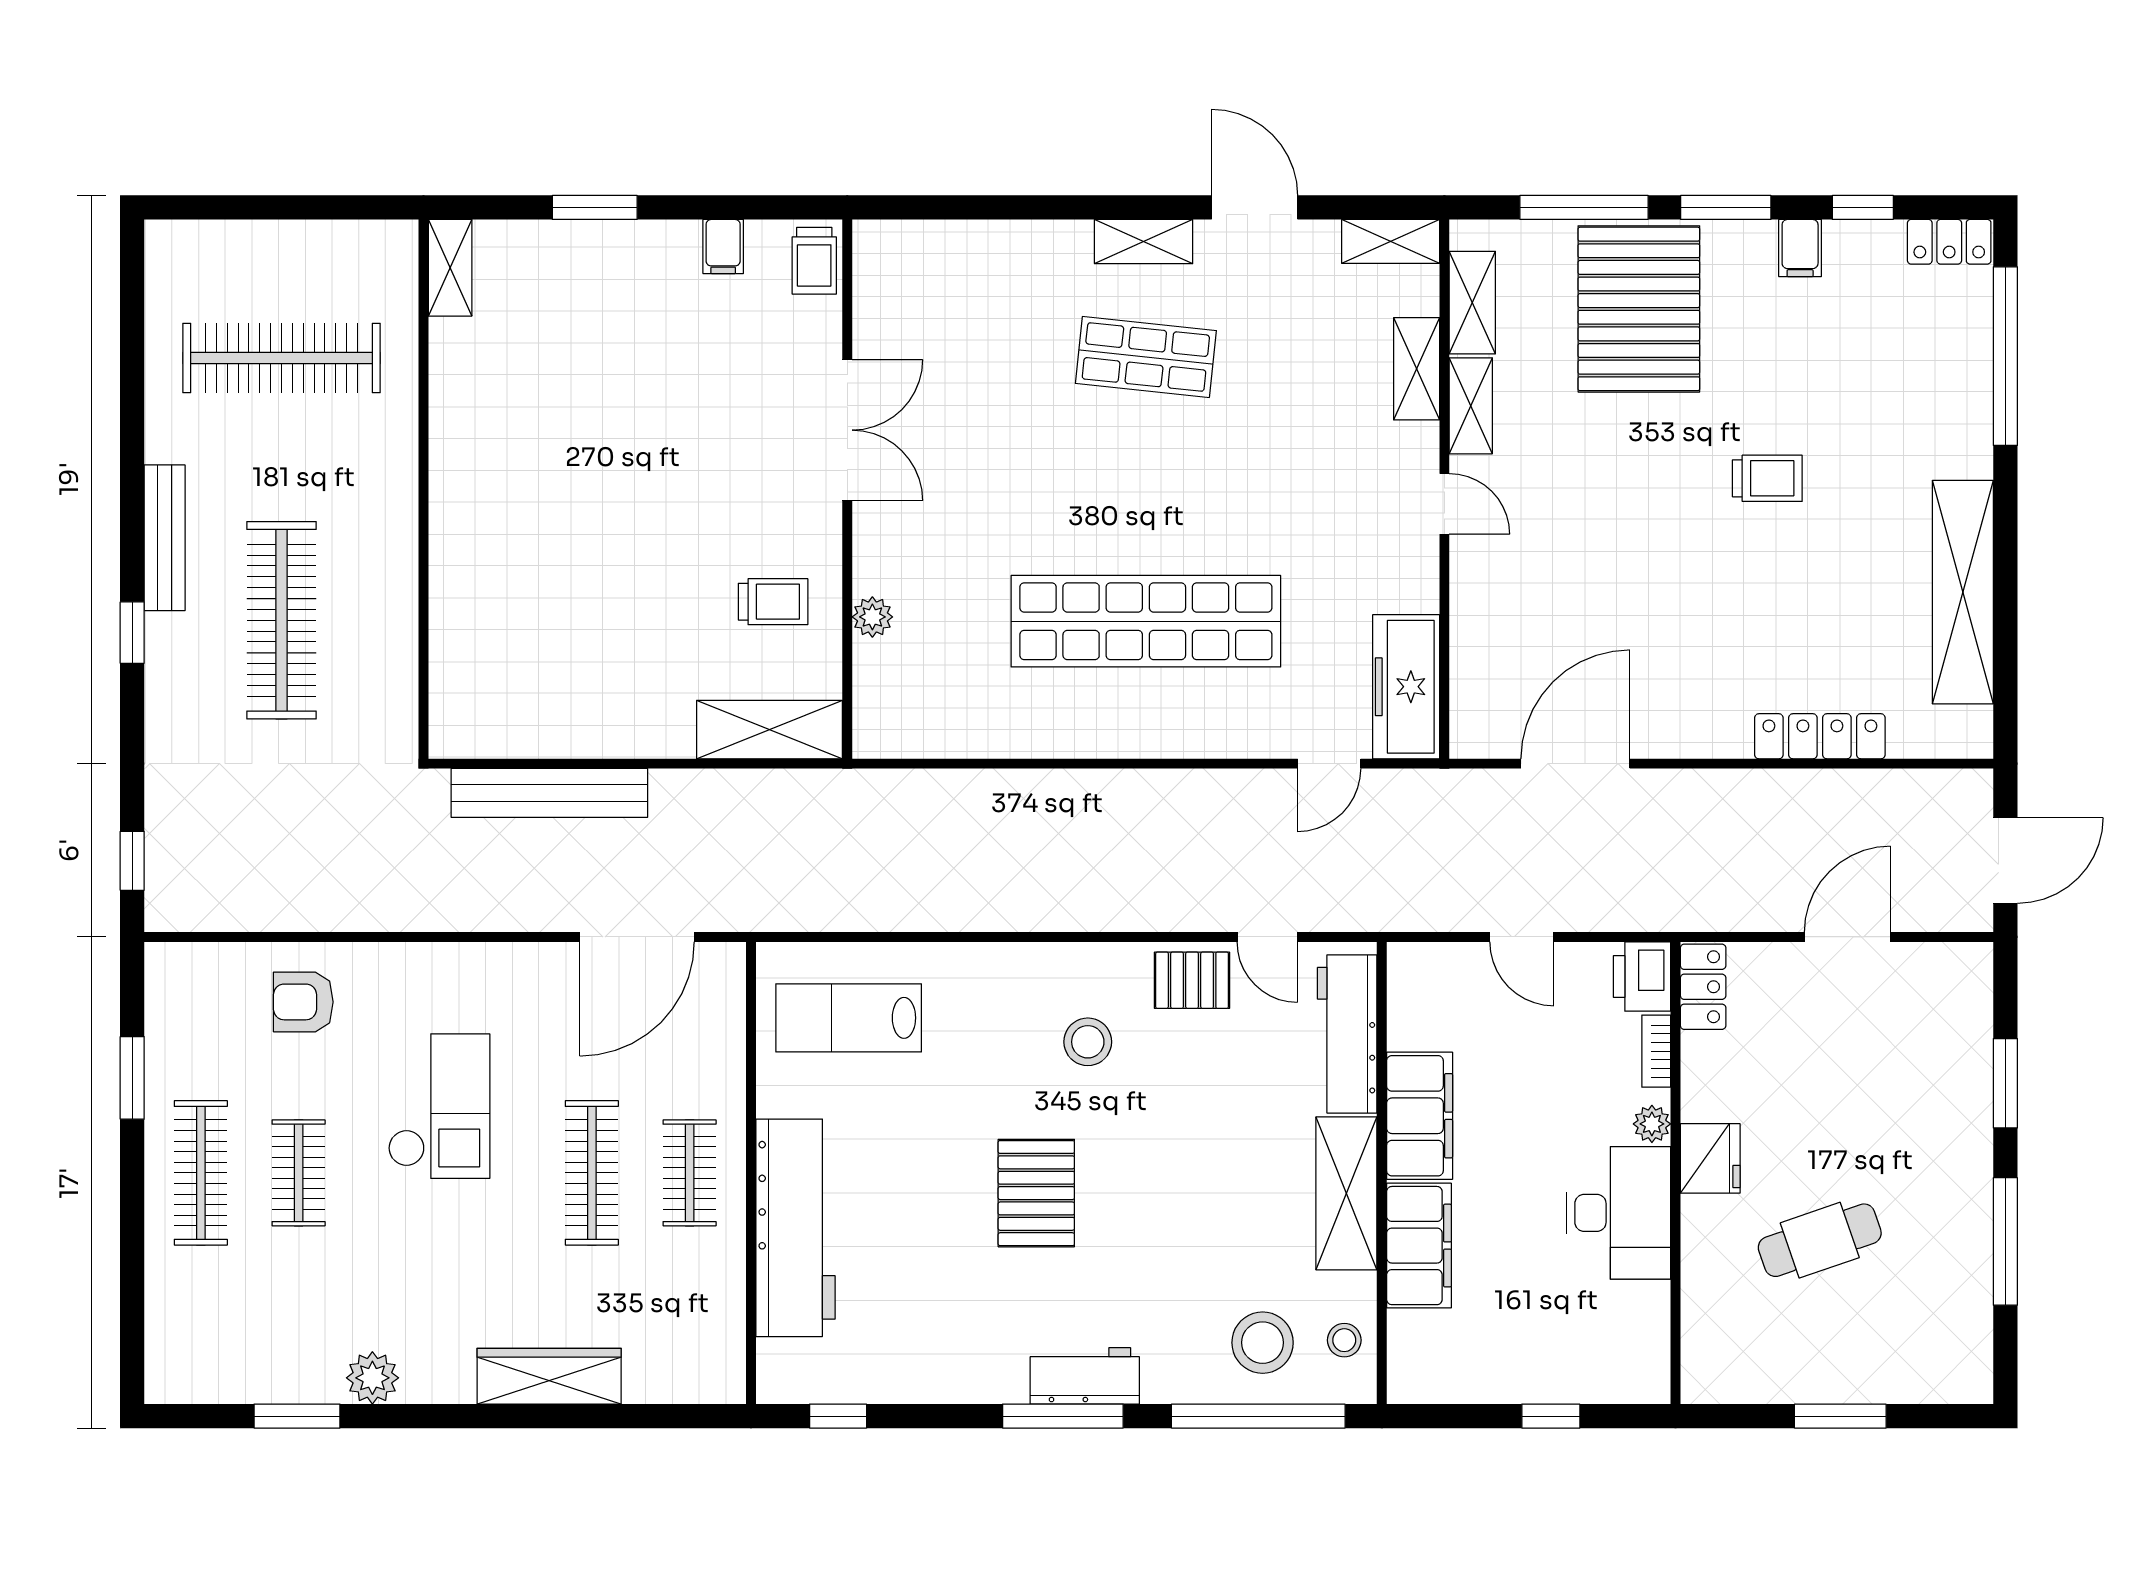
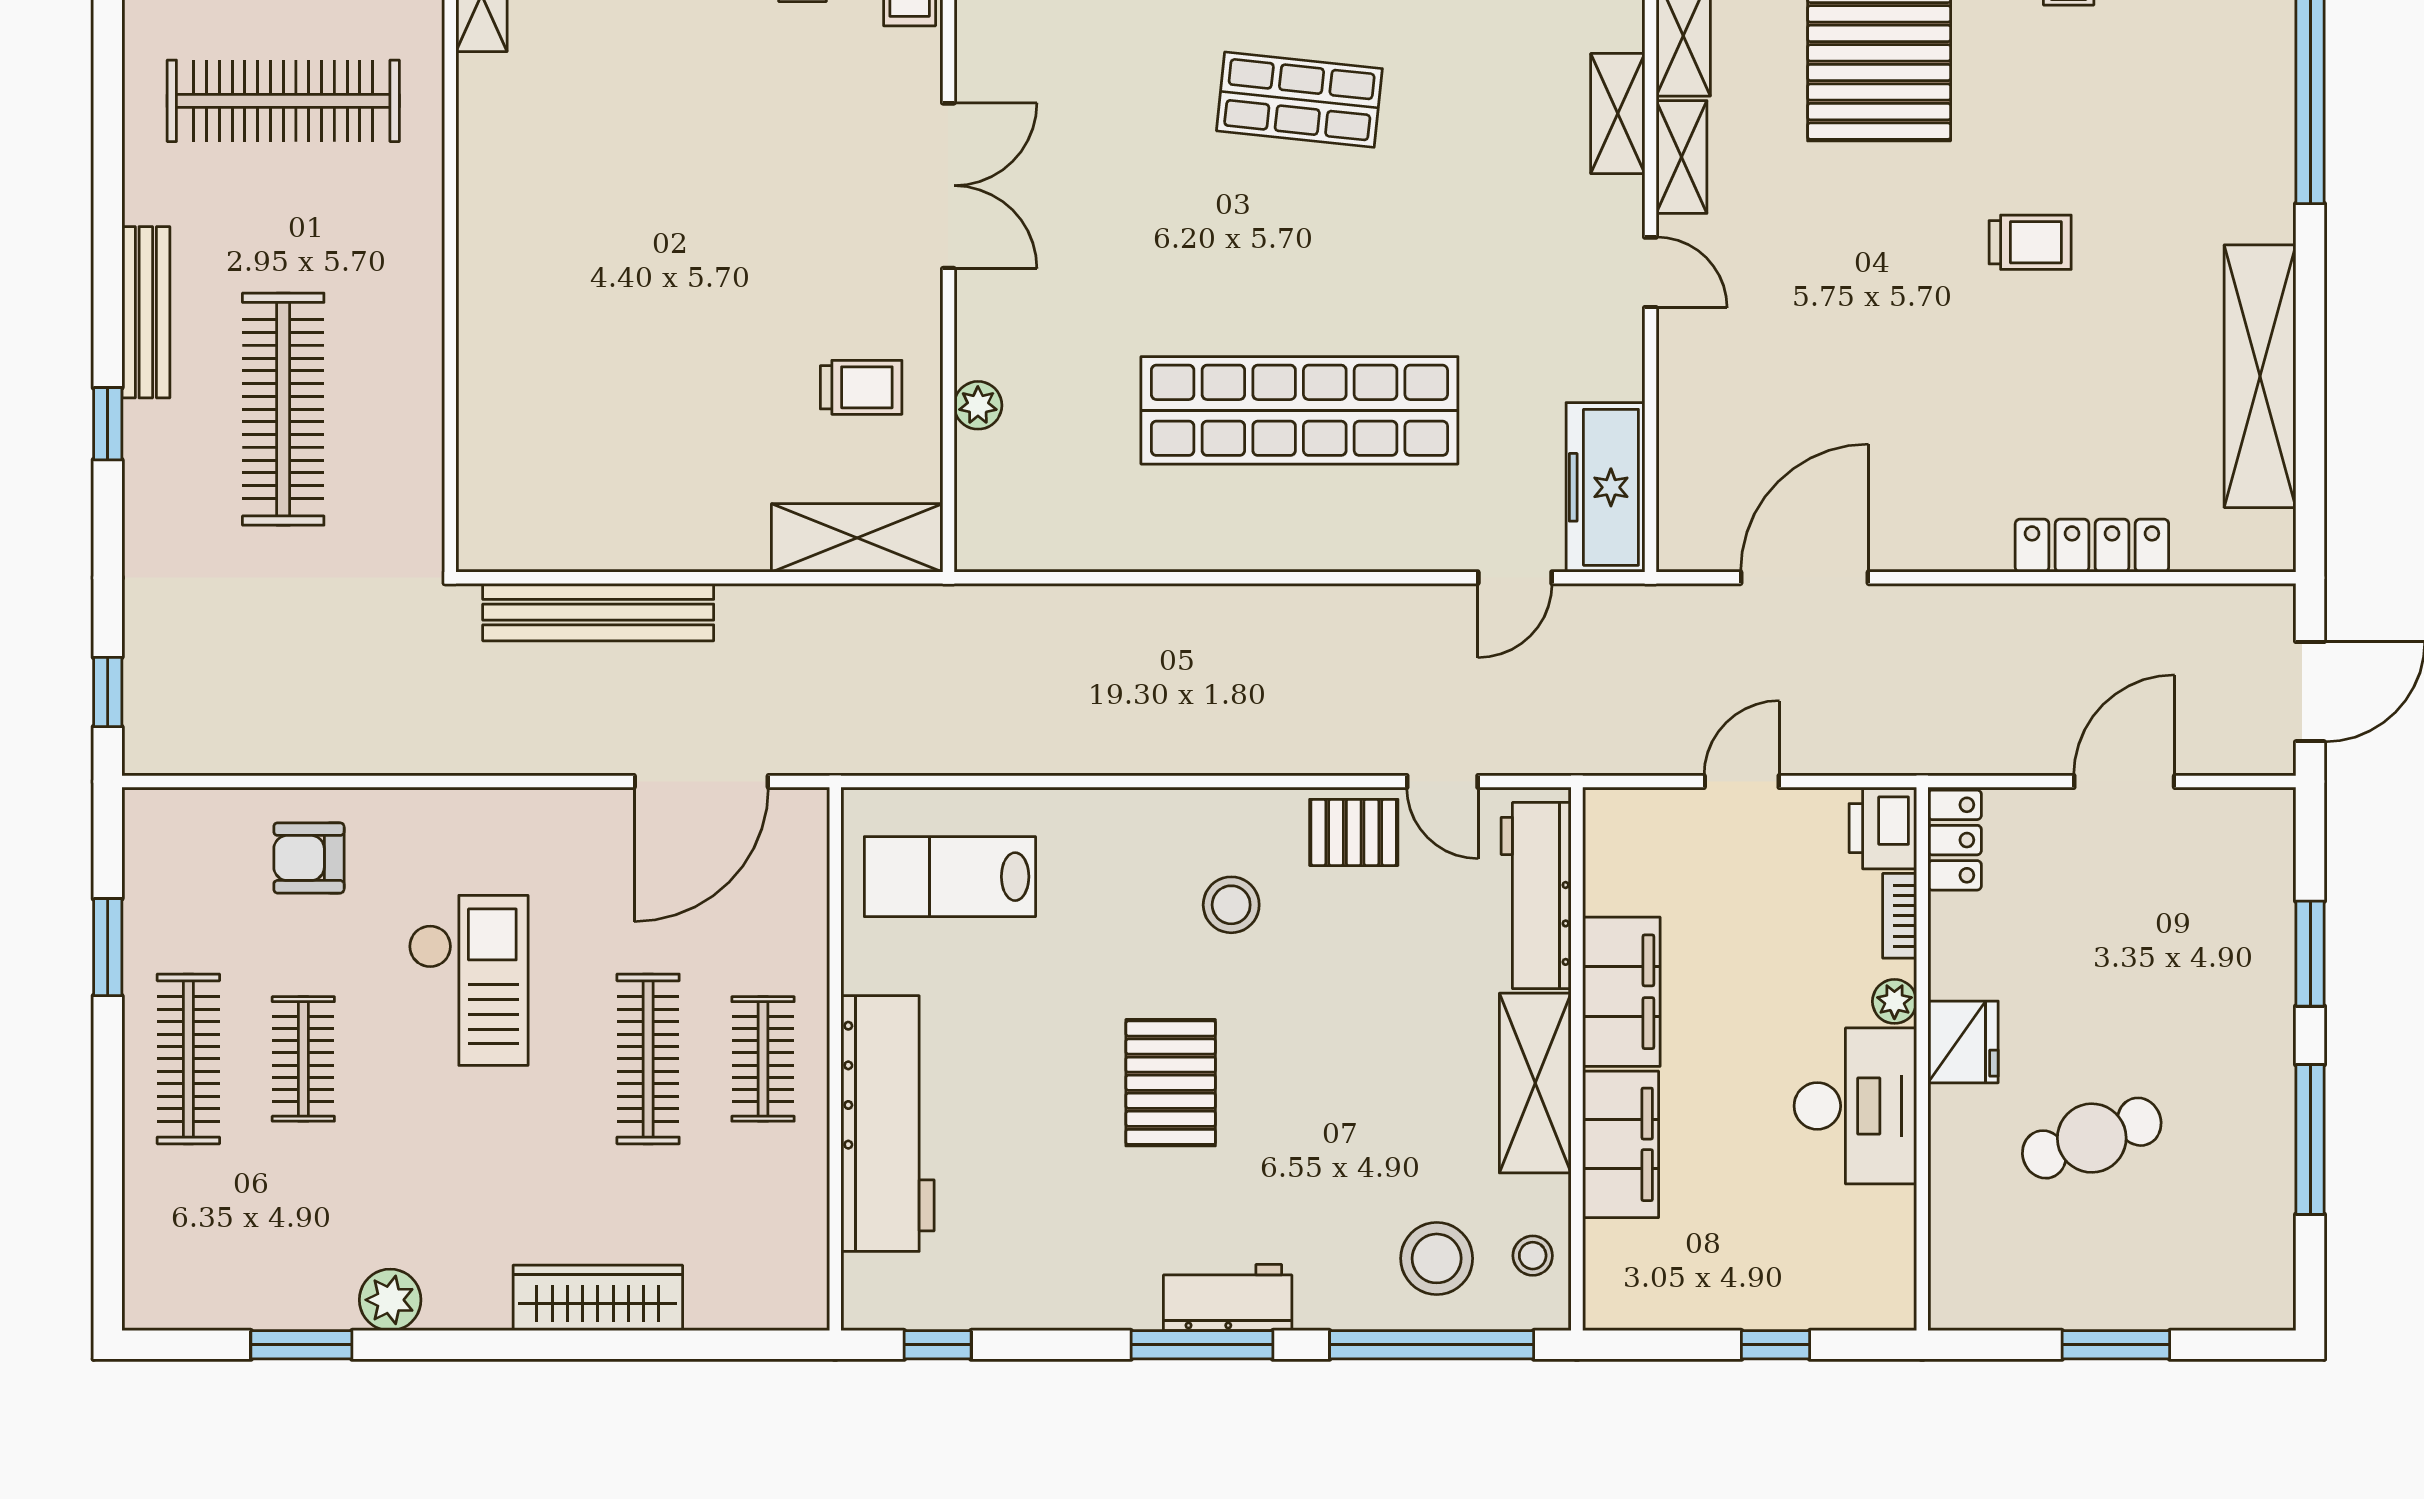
door: (1522, 937) -> (1742, 782), swing flipped

